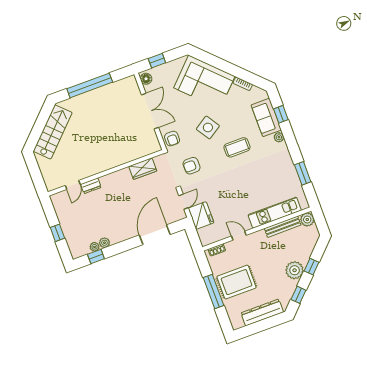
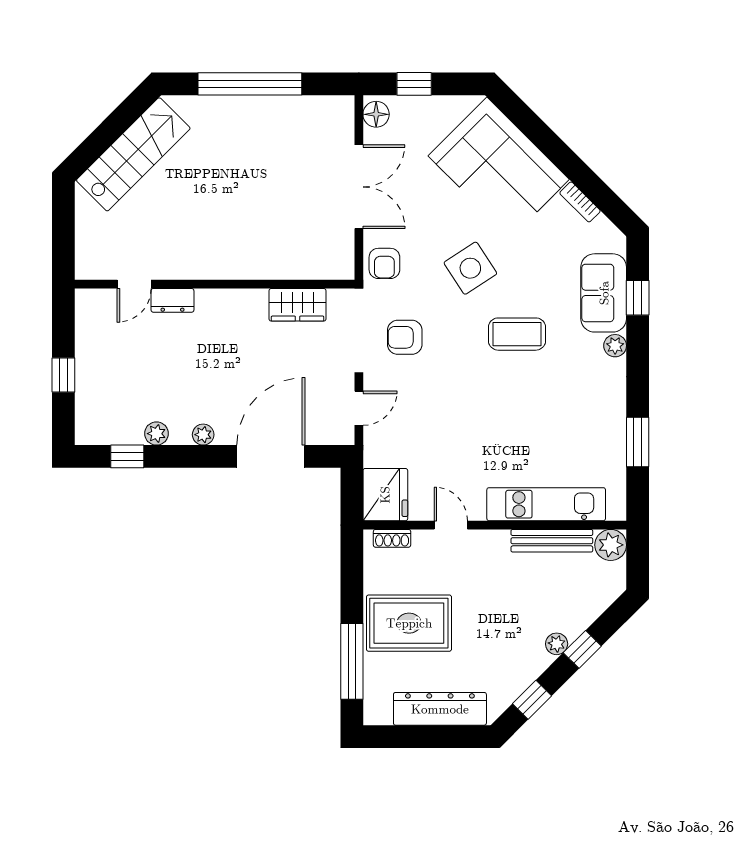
fridge: (201, 216) -> (385, 495), moved
plant: (95, 247) -> (203, 435), moved
plant: (295, 270) -> (557, 644), width x0.53, depth x0.53
window: (213, 291) -> (352, 661), moved

